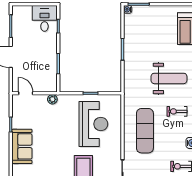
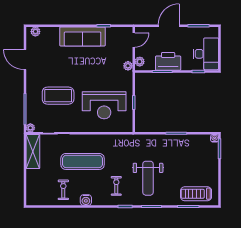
desk: (44, 18) -> (206, 54), width x1.37
printer: (48, 58) -> (168, 61), added
plant: (48, 87) -> (140, 62), added
exercise mat: (145, 131) -> (83, 161), moved
sofa: (22, 146) -> (83, 36), width x1.36

